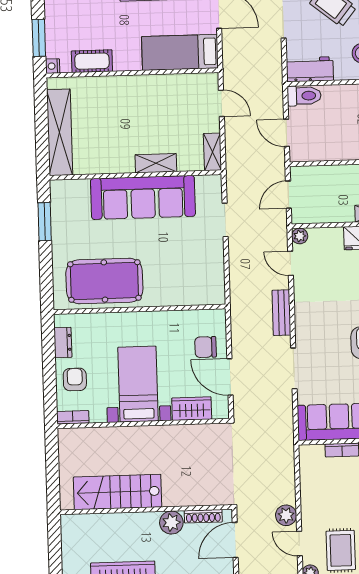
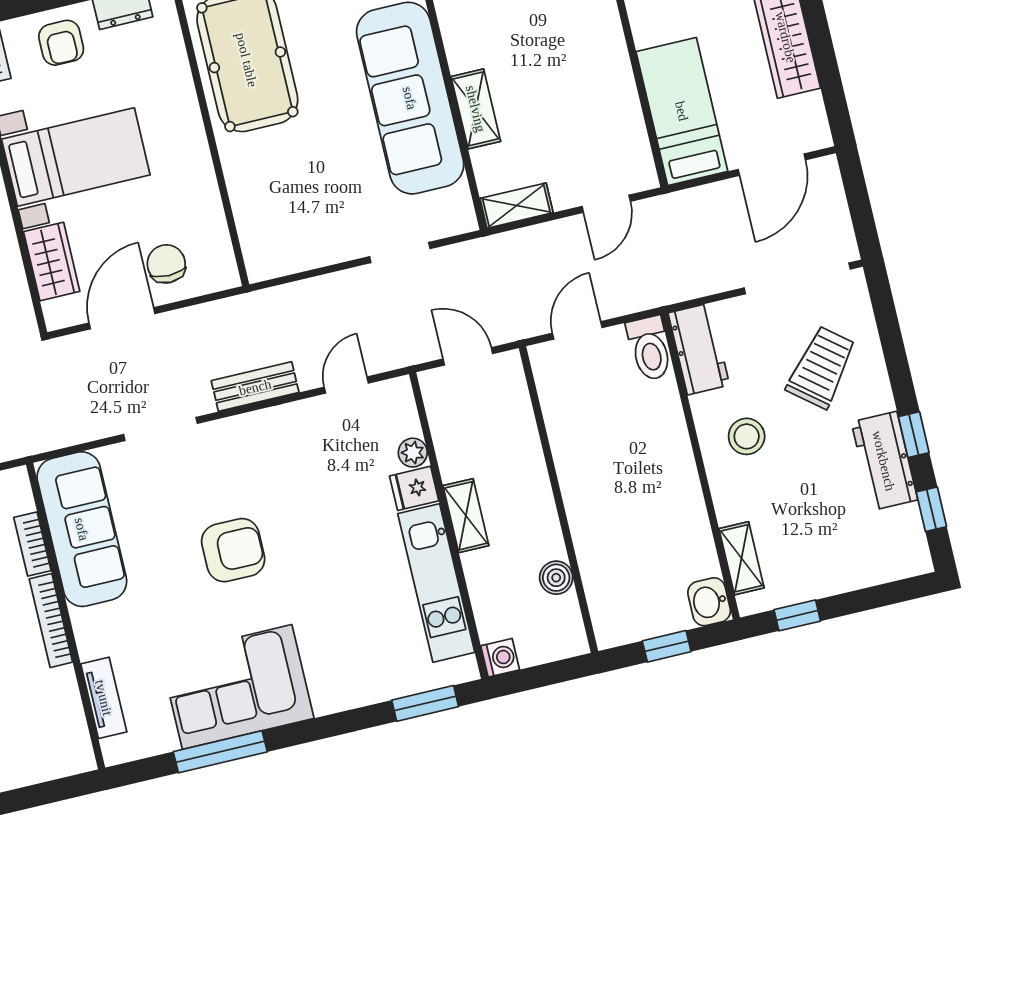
plant: (300, 236) -> (413, 453), moved
armchair: (75, 379) -> (61, 43), turned 90

